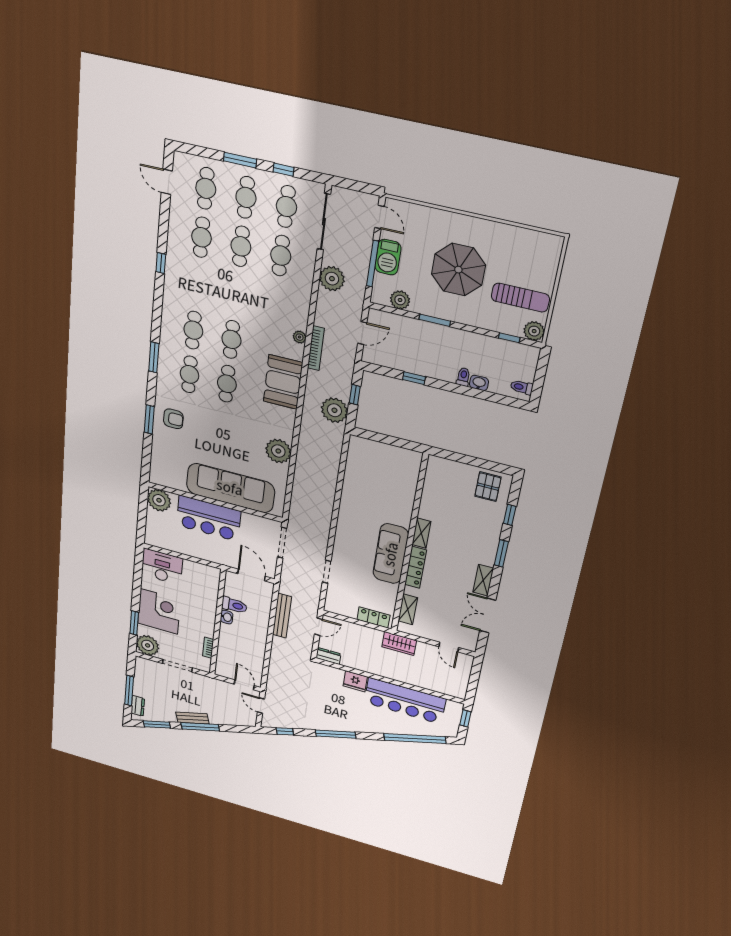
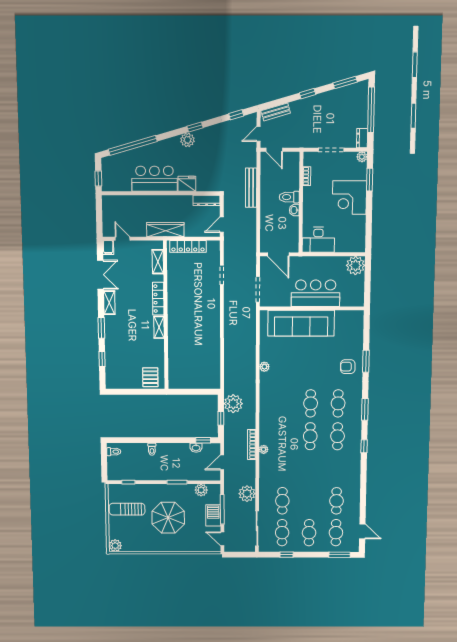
window: (240, 160) -> (340, 555), moved
cafe table: (241, 246) -> (309, 501), removed
window: (161, 263) -> (364, 446), moved
plant: (534, 331) -> (115, 546), moved
window: (414, 378) -> (203, 440), moved
booth: (283, 382) -> (271, 415), removed
washbasin: (479, 383) -> (196, 448), moved
plant: (278, 451) -> (264, 367), width x0.53, depth x0.53
pallet: (488, 487) -> (150, 377), moved
plant: (159, 500) -> (355, 265), moved
sofa: (391, 554) -> (178, 304), removed
desk: (162, 567) -> (318, 240), moved
toilet: (234, 605) -> (289, 197), moved
bench: (282, 616) -> (251, 188), moved
locker: (373, 617) -> (188, 246), width x1.53
filing cabinet: (470, 643) -> (108, 248), added
wardrobe: (399, 644) -> (165, 230), width x1.50
plant: (148, 645) -> (362, 157), width x0.53, depth x0.53
dresser: (328, 656) -> (207, 200), width x1.44
window: (129, 691) -> (371, 110), width x1.46
bar counter: (405, 701) -> (155, 179), width x0.73
dresser: (138, 706) -> (362, 138), moved
door: (261, 706) -> (259, 134), swing flipped
bench: (192, 718) -> (276, 112), moved
plant: (347, 724) -> (187, 140), added
window: (200, 727) -> (308, 94), width x0.46
window: (336, 734) -> (195, 127), width x0.46

